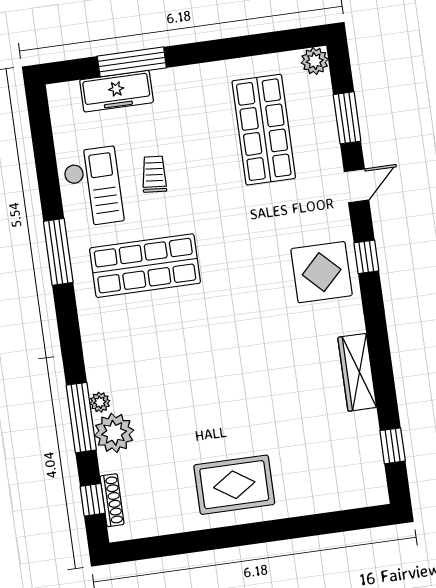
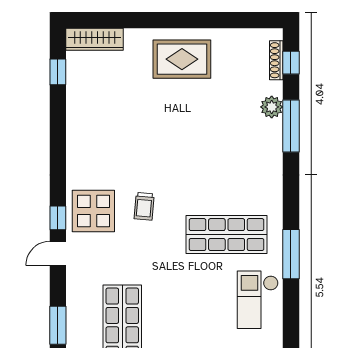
trolley: (154, 174) -> (144, 206), moved
door: (356, 186) -> (58, 253), moved
wardrobe: (357, 372) -> (95, 39), moved, turned 90
plant: (100, 402) -> (275, 136), removed
plant: (114, 433) -> (272, 107), width x0.73, depth x0.73

